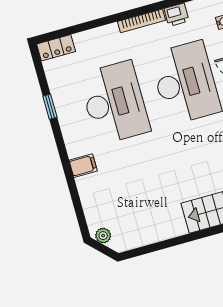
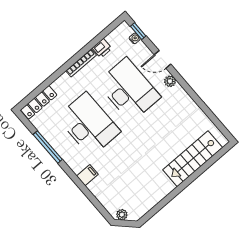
locker: (56, 48) -> (39, 102), width x1.53
window: (50, 107) -> (48, 147), width x2.17

